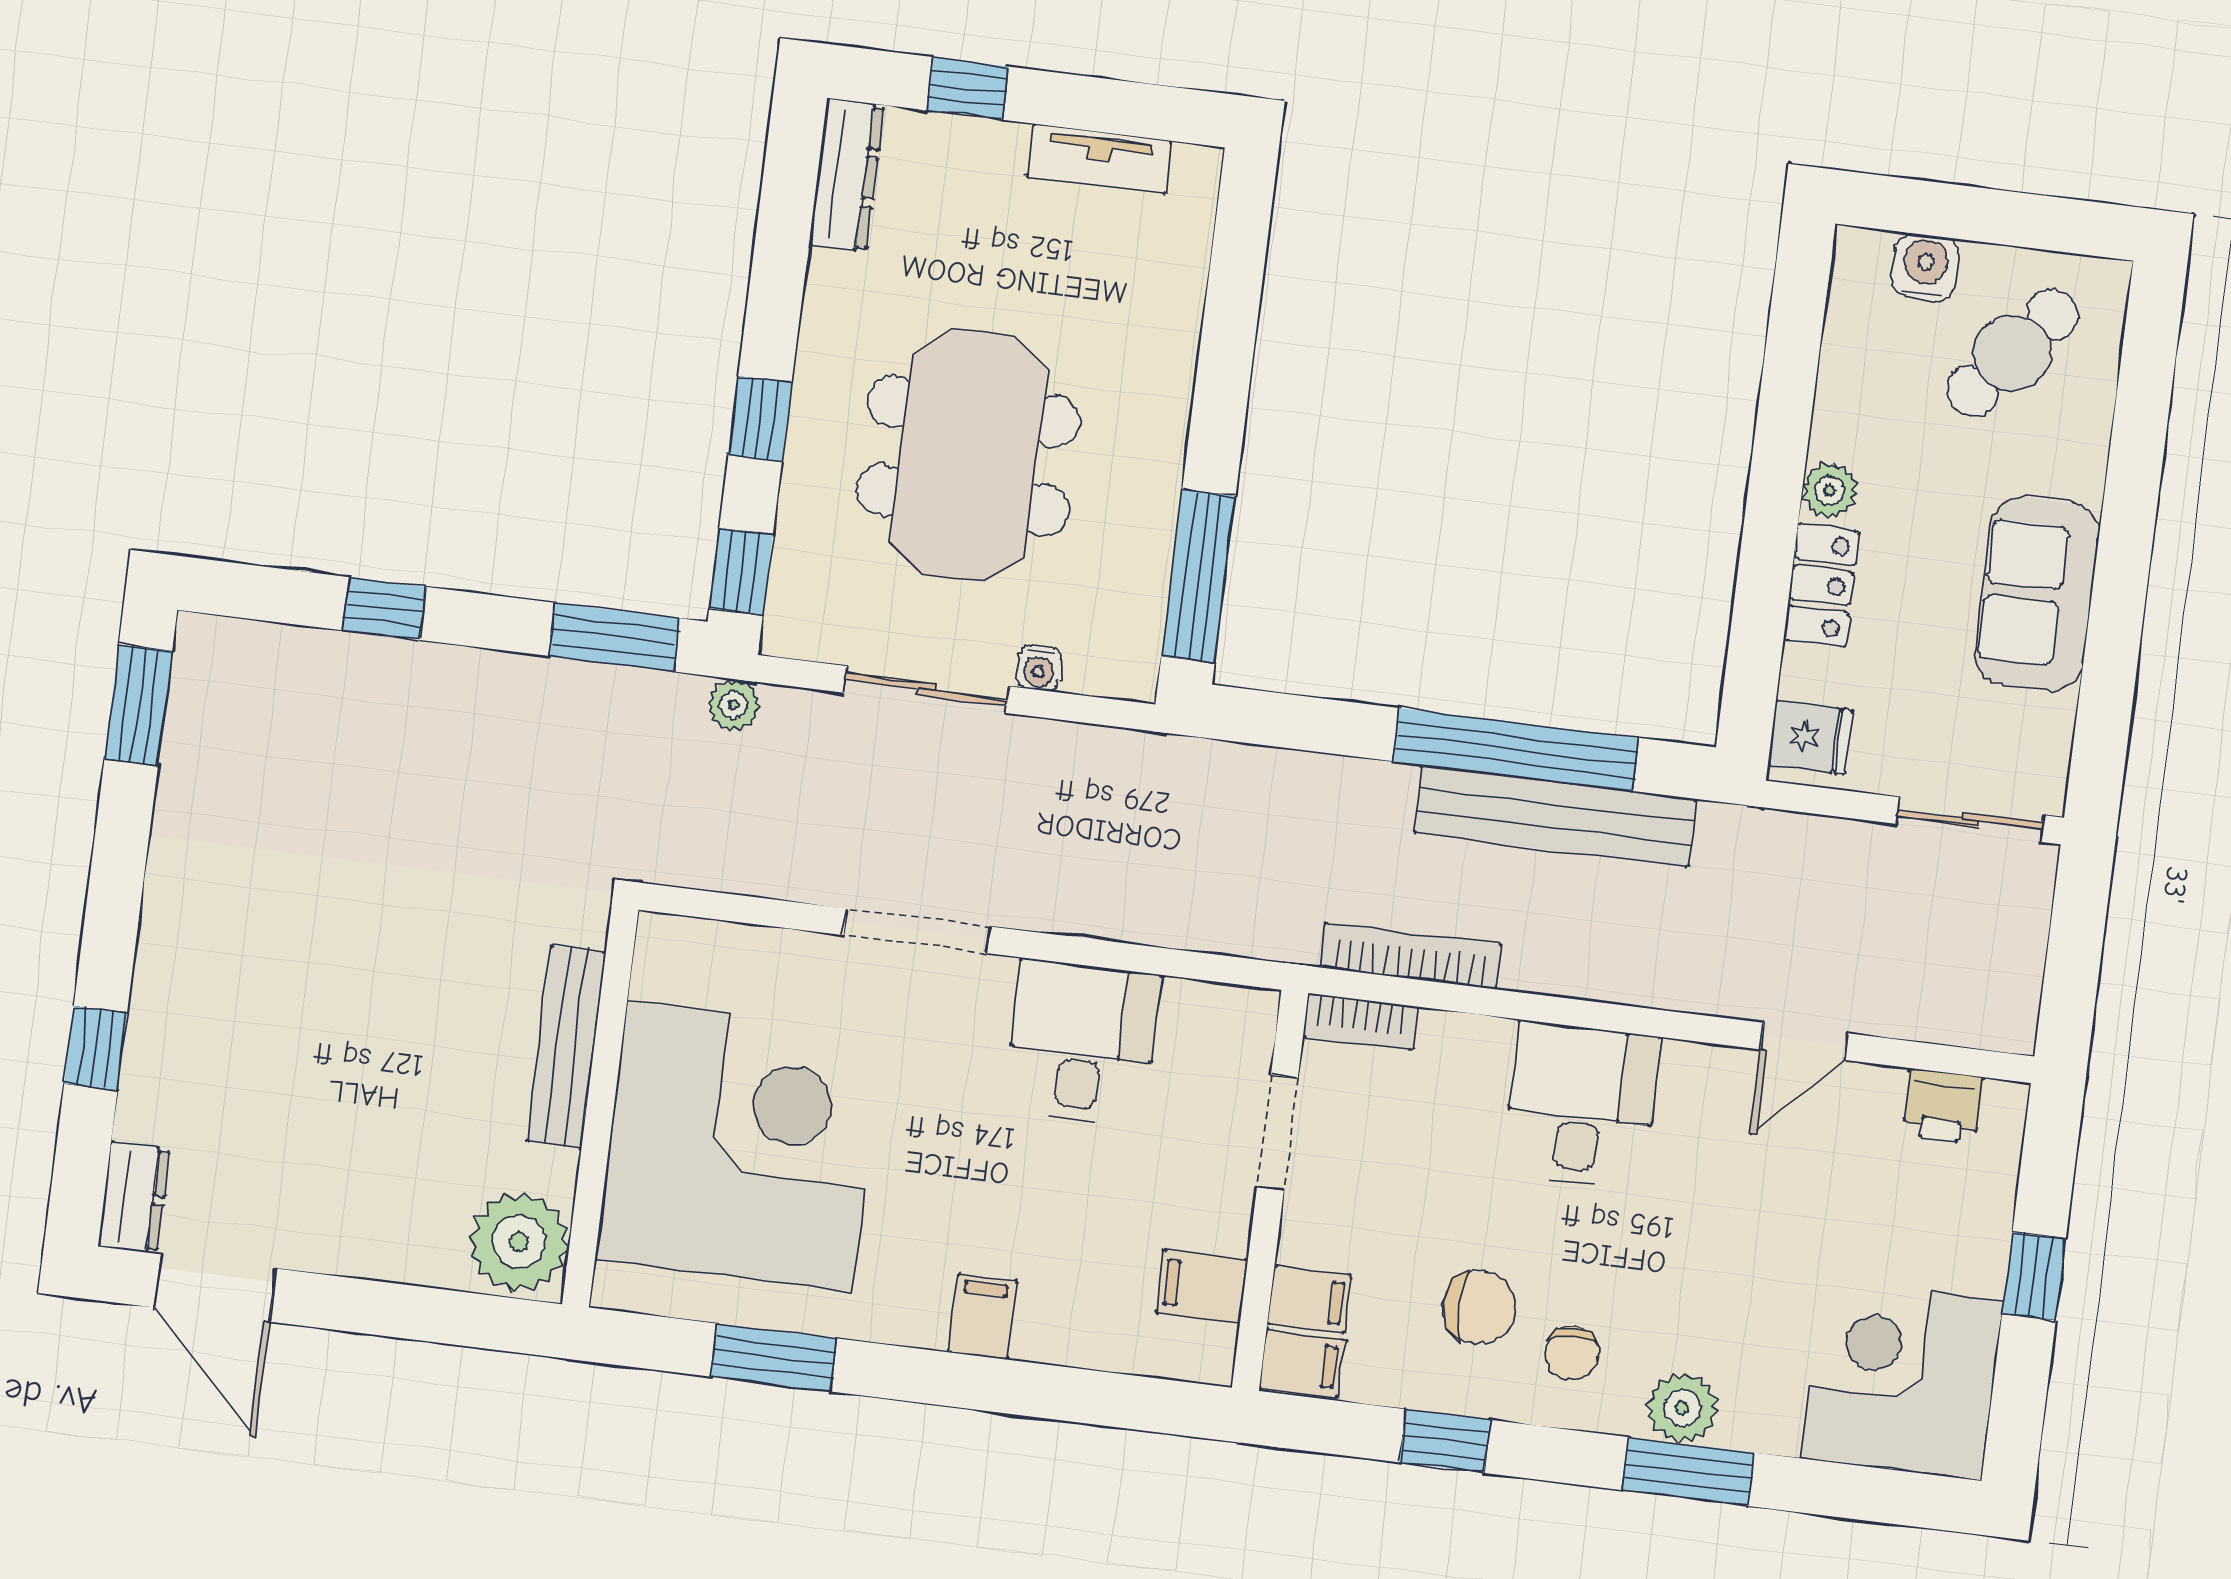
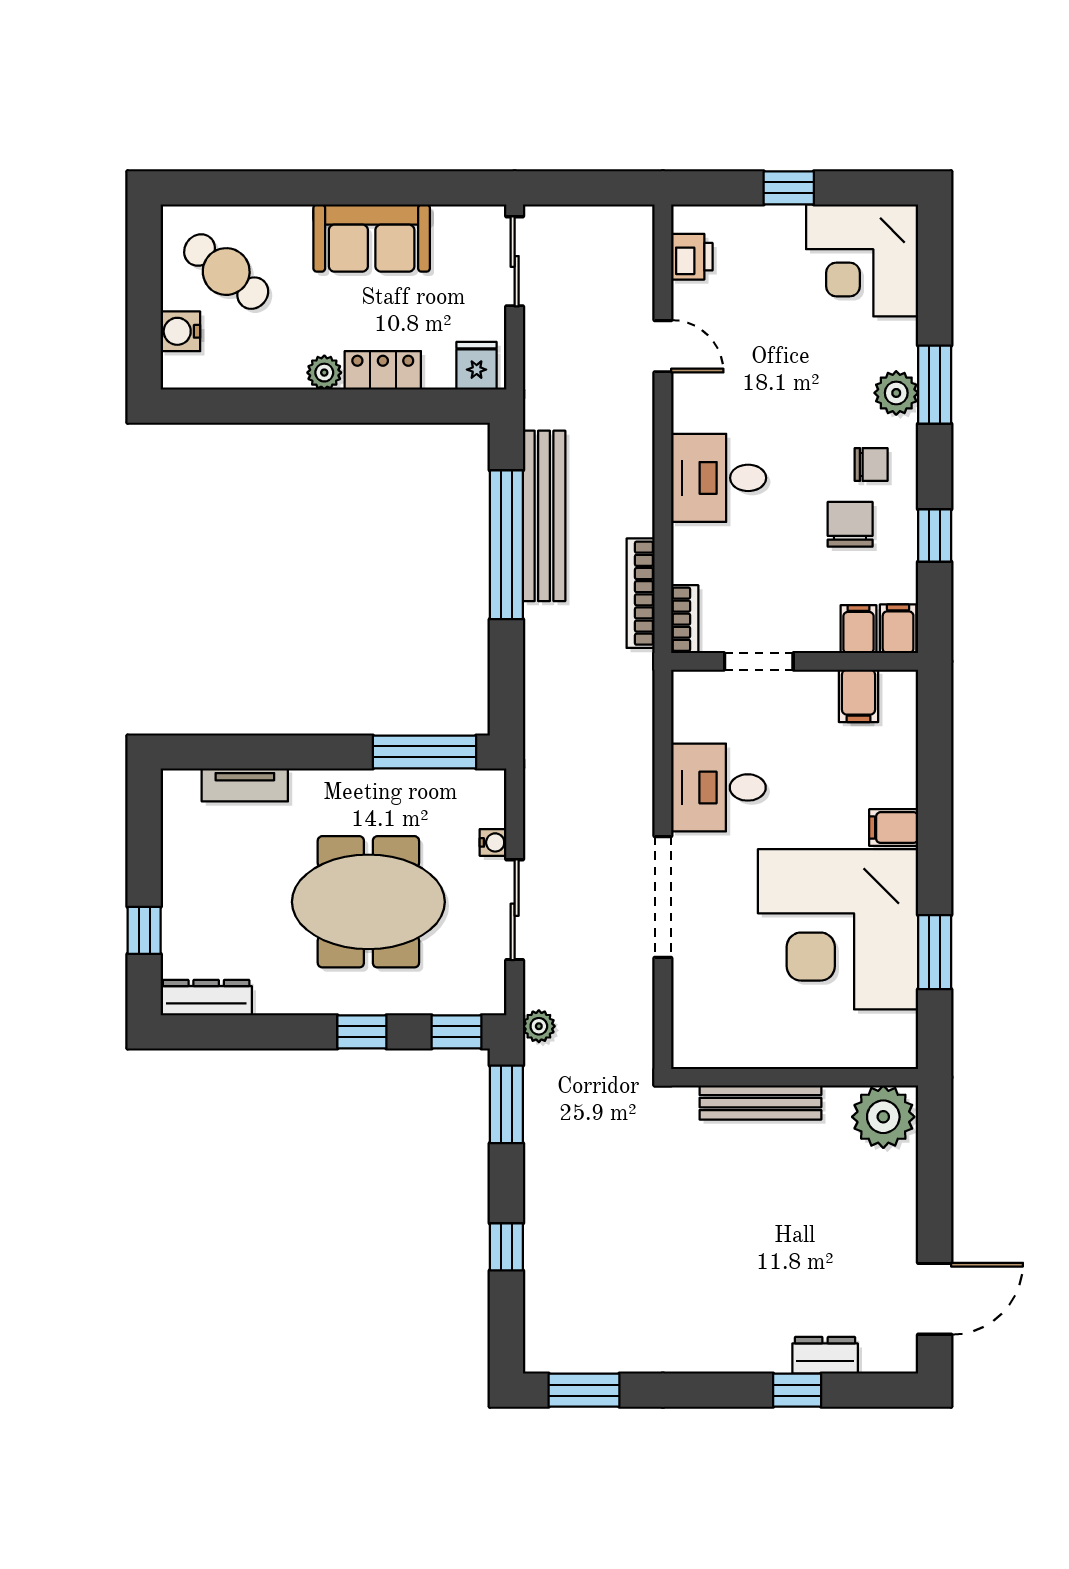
tv unit: (1099, 159) -> (245, 785), moved, turned 90
doorway: (917, 931) -> (663, 897), width x1.36
corner desk: (740, 1146) -> (838, 929), moved, turned -90
dresser: (134, 1197) -> (825, 1355), moved

